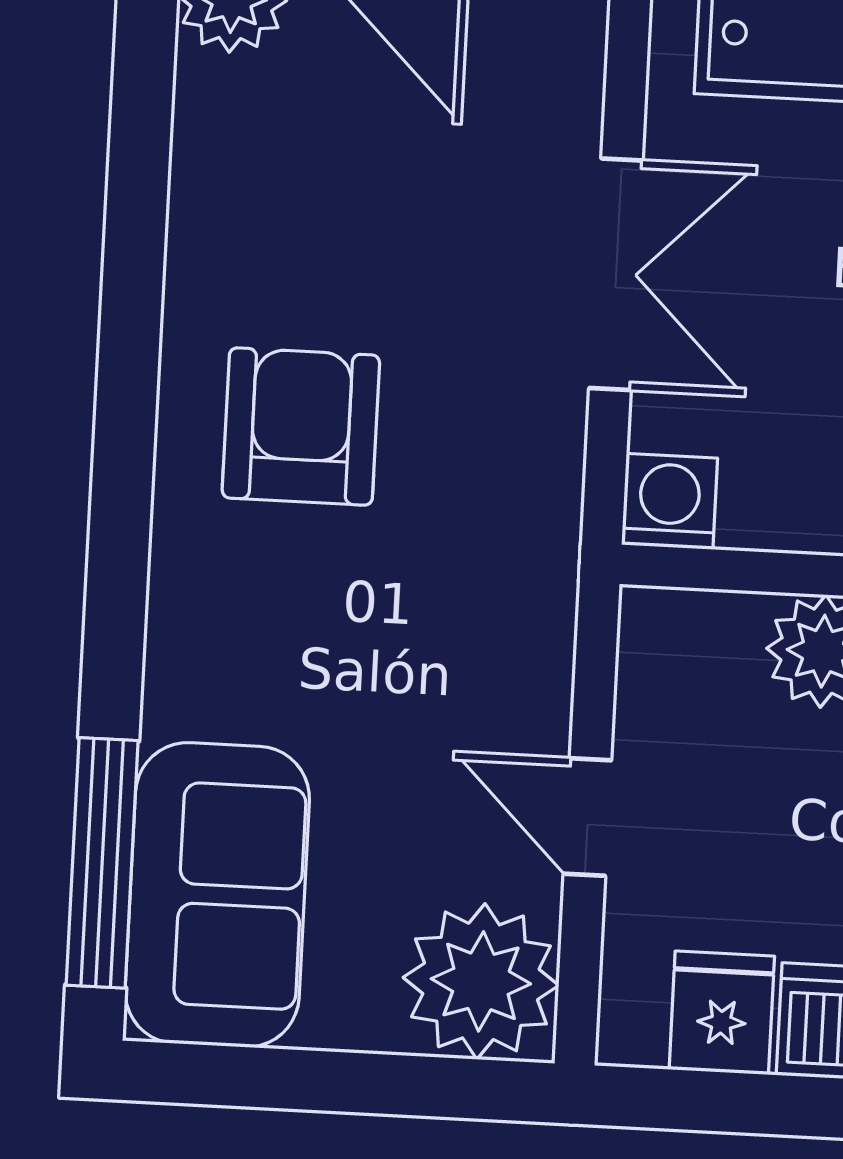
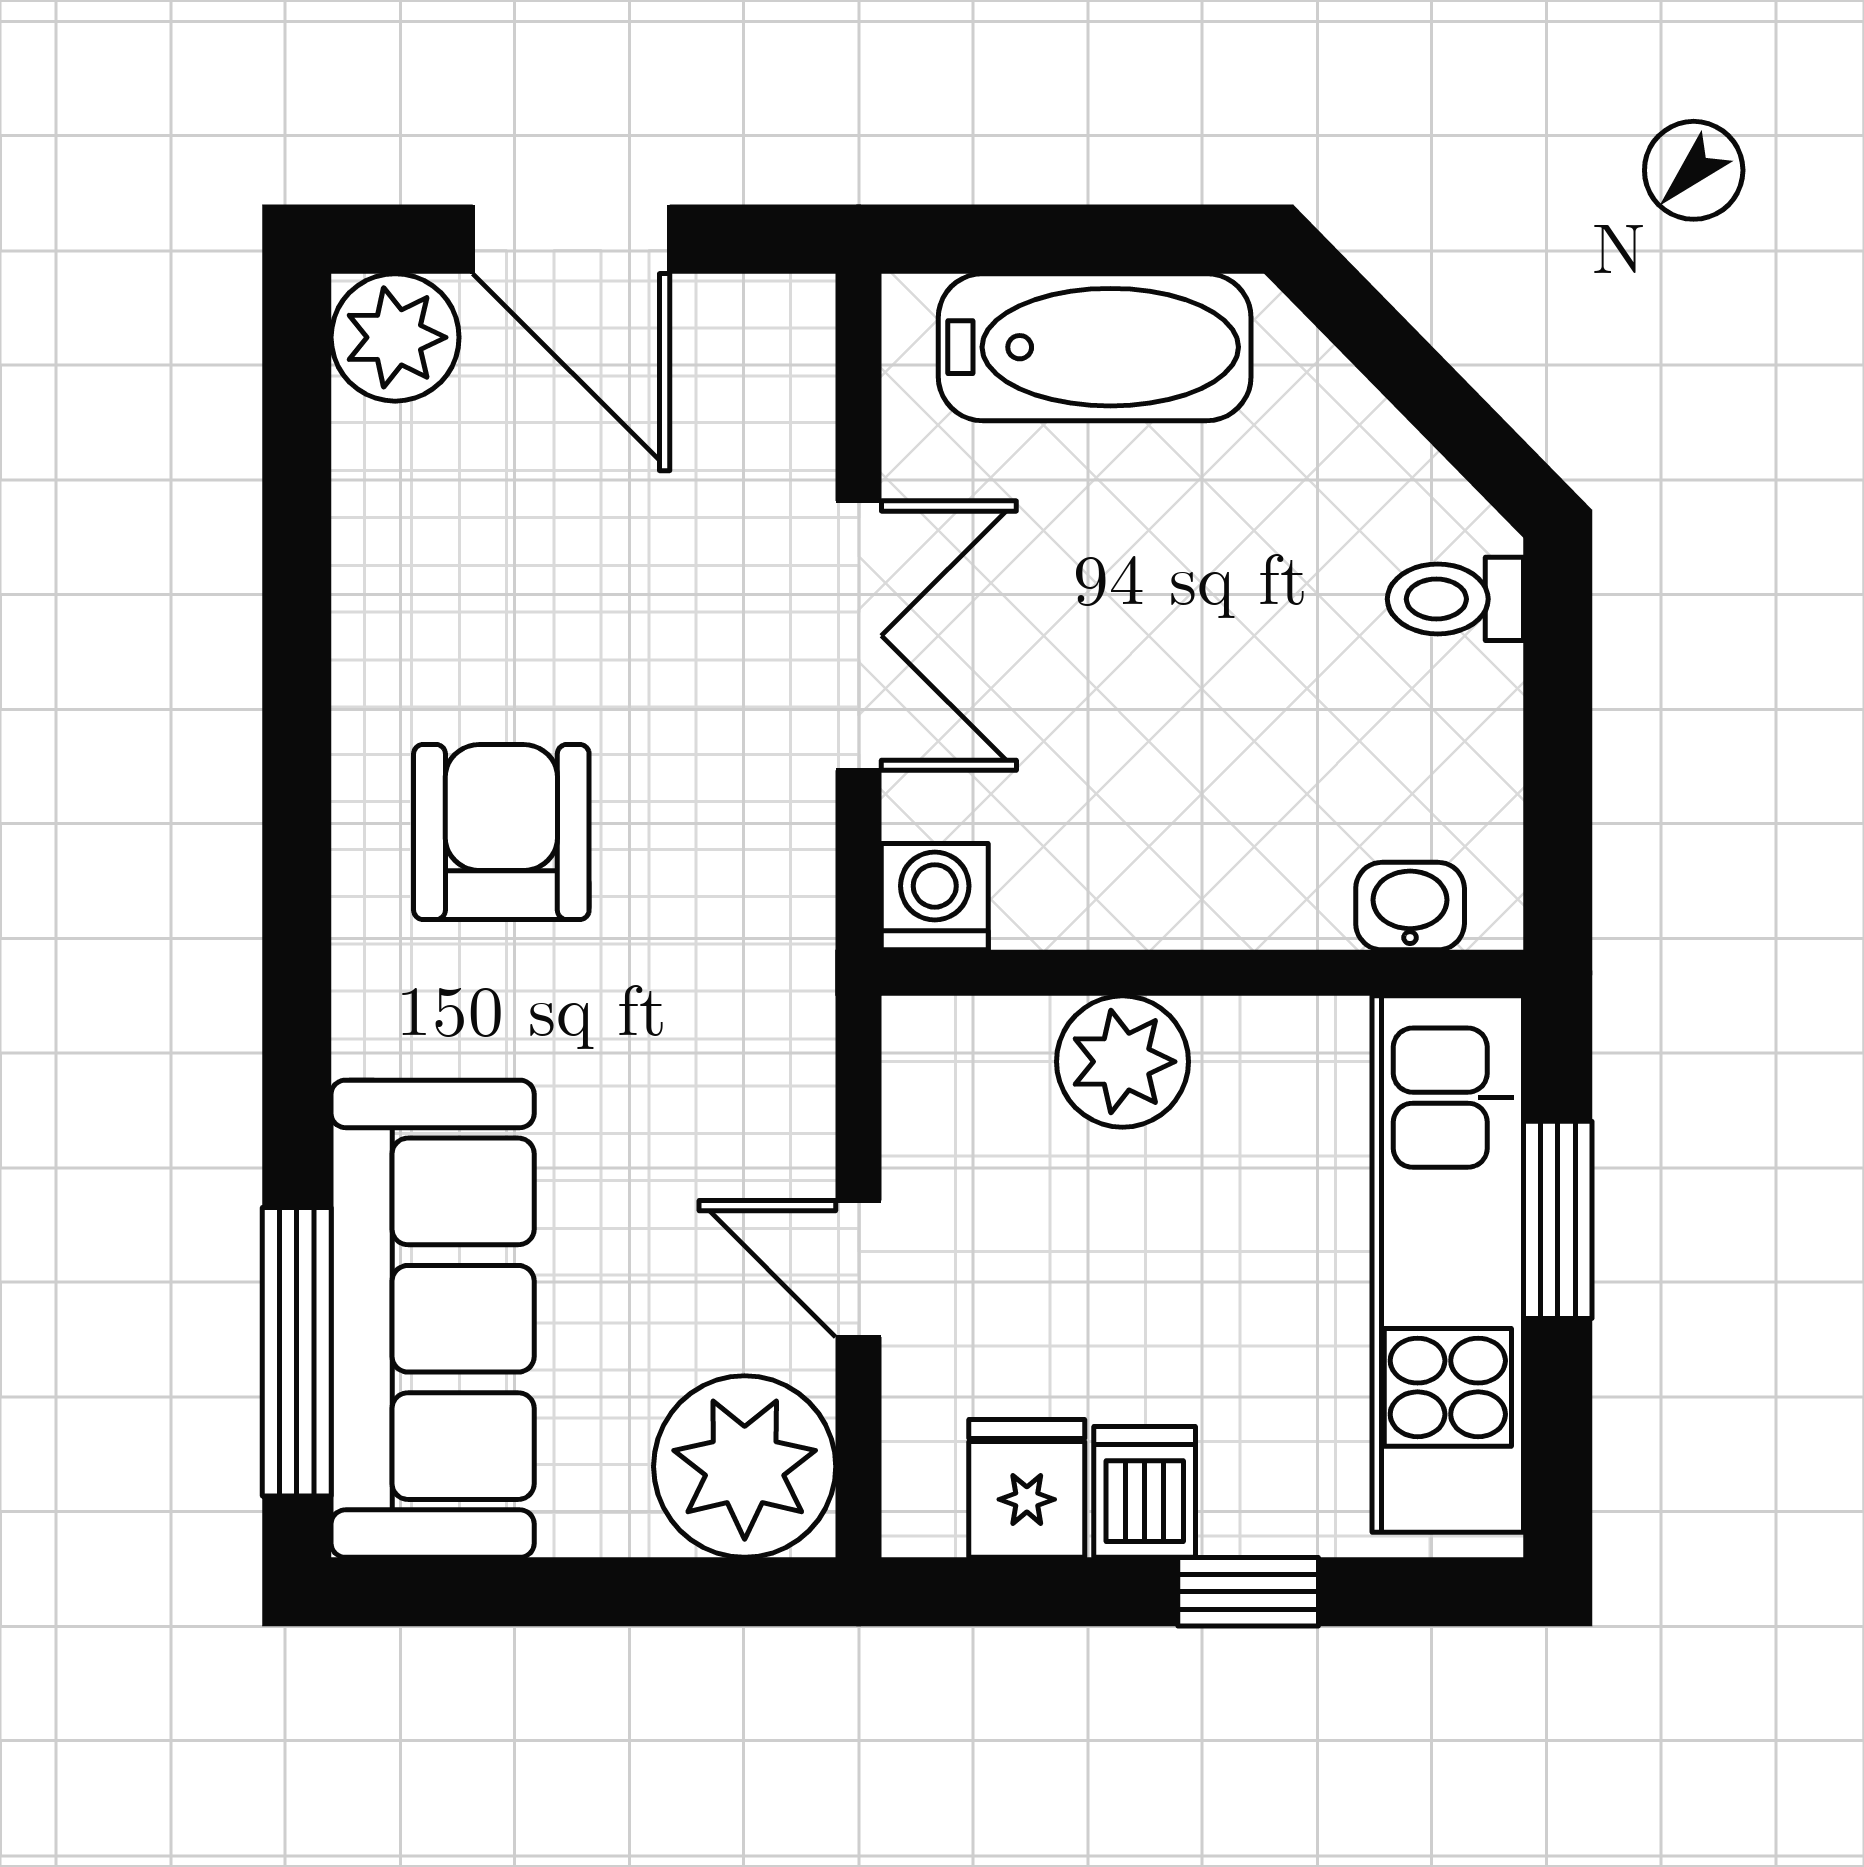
sofa: (217, 895) -> (433, 1319), width x1.36

